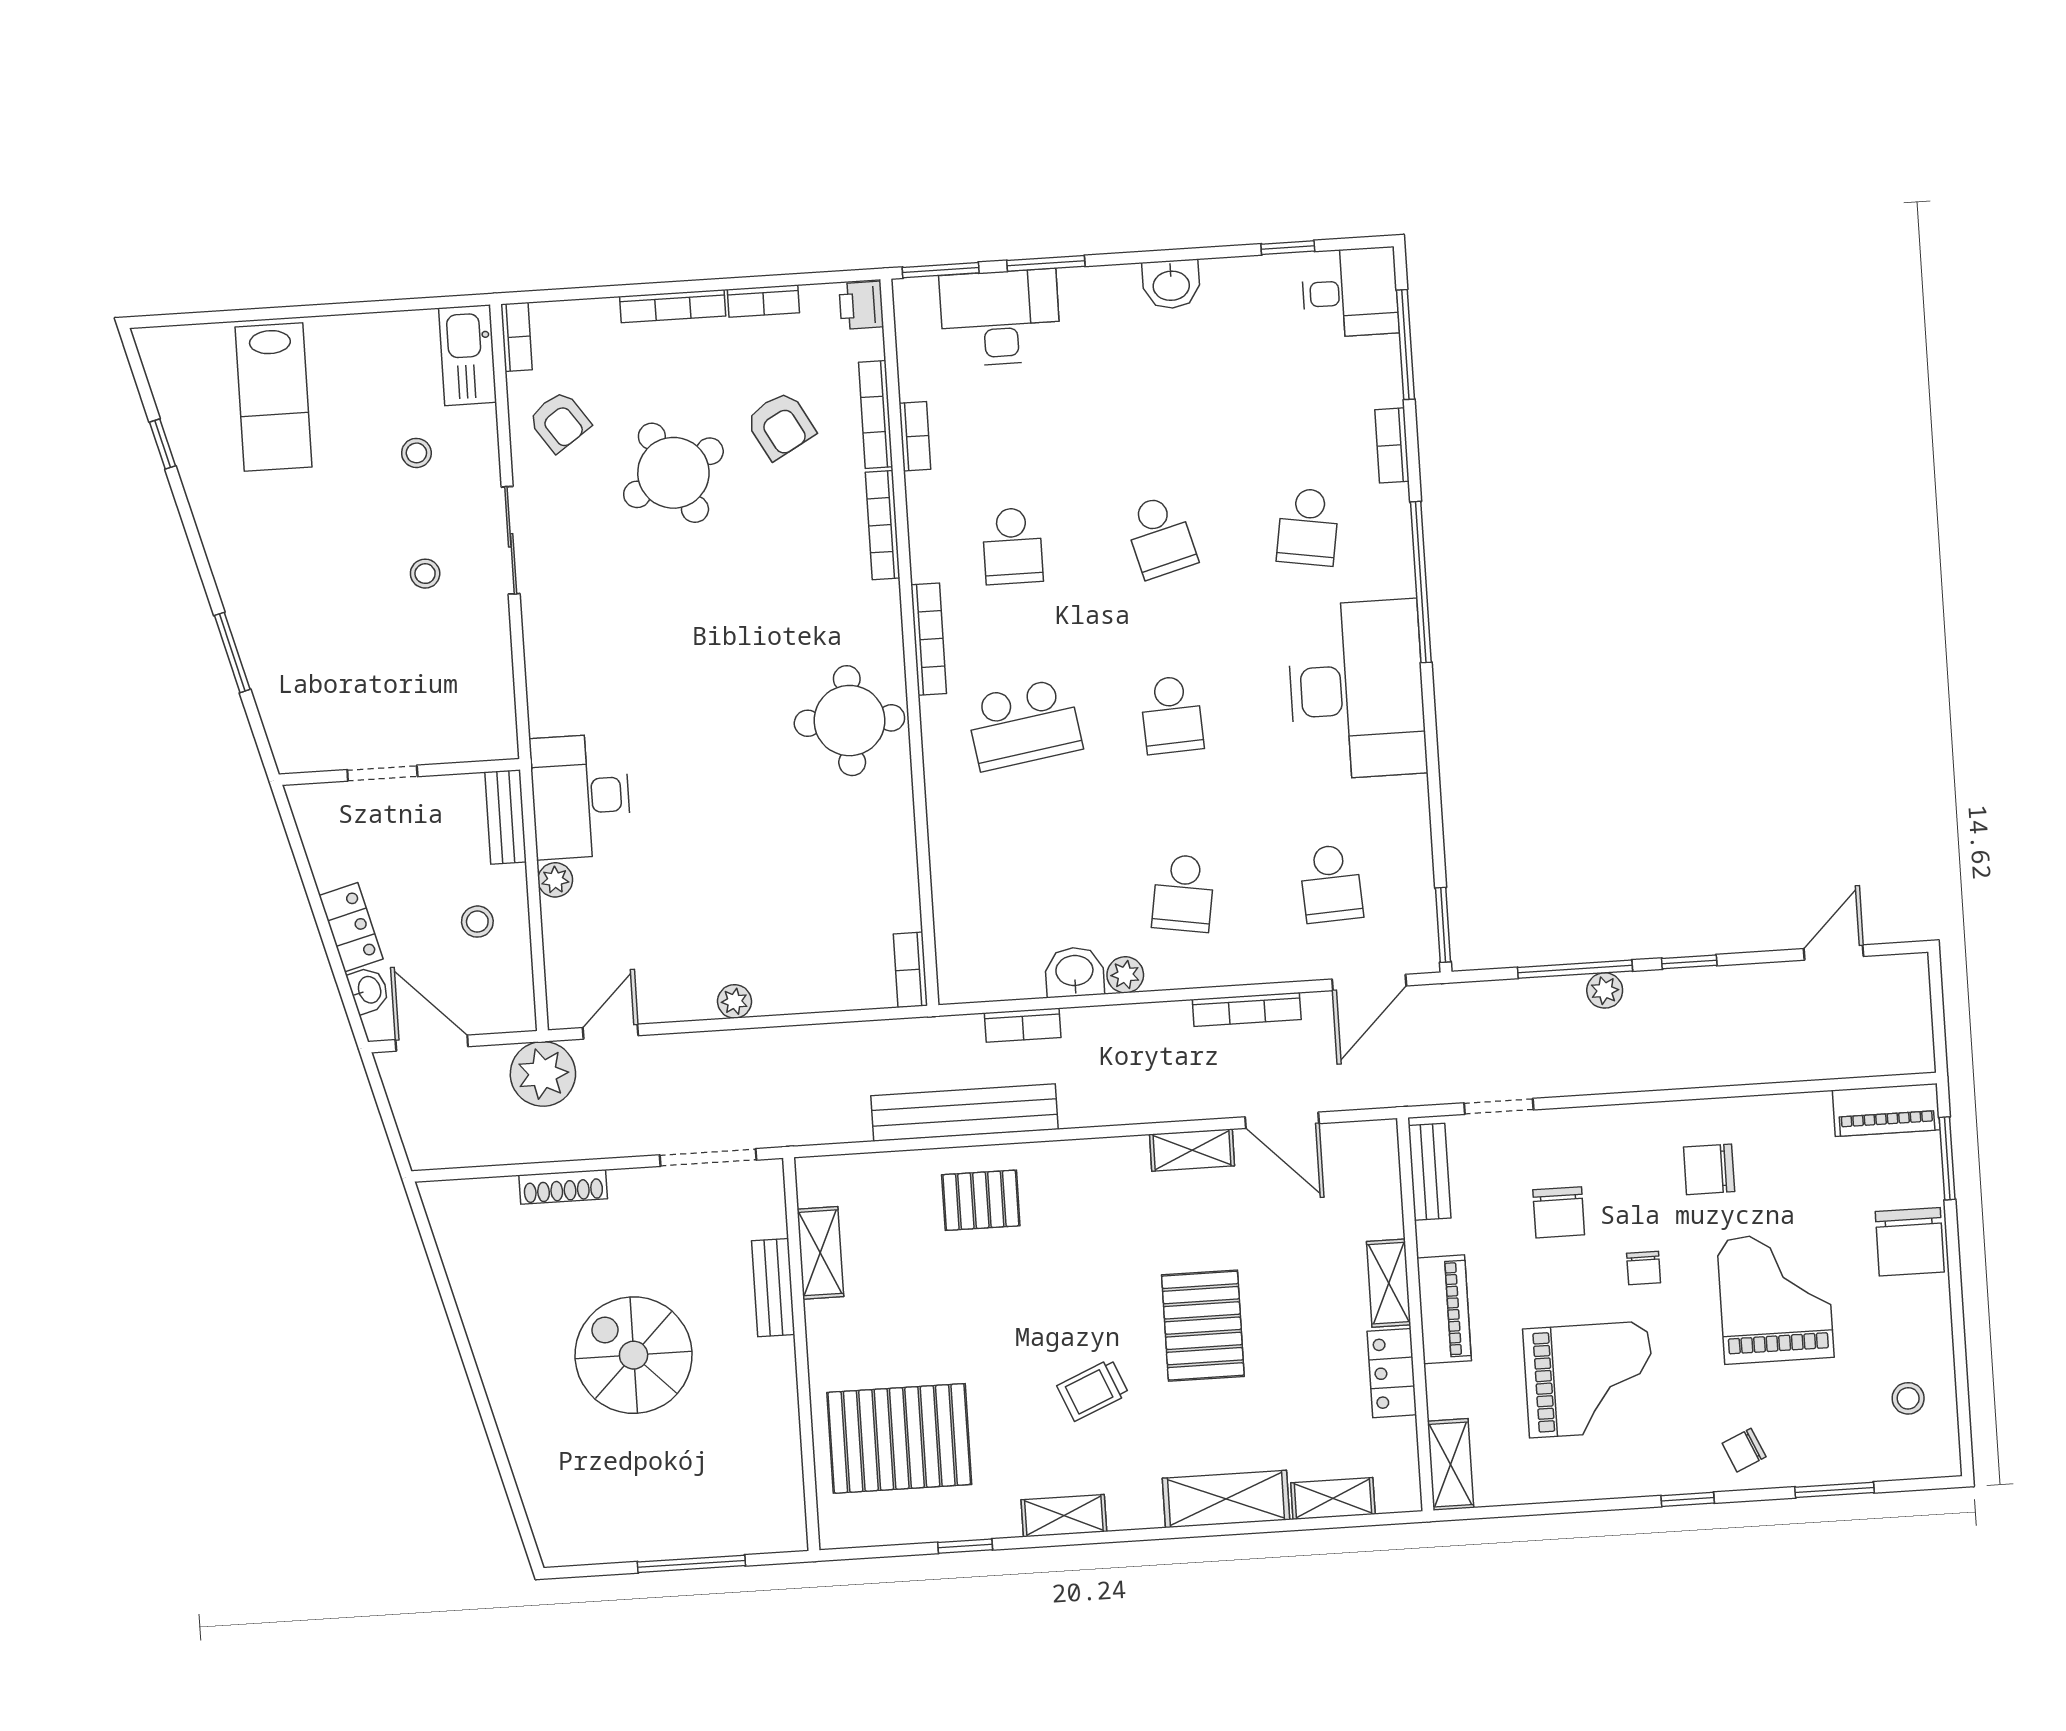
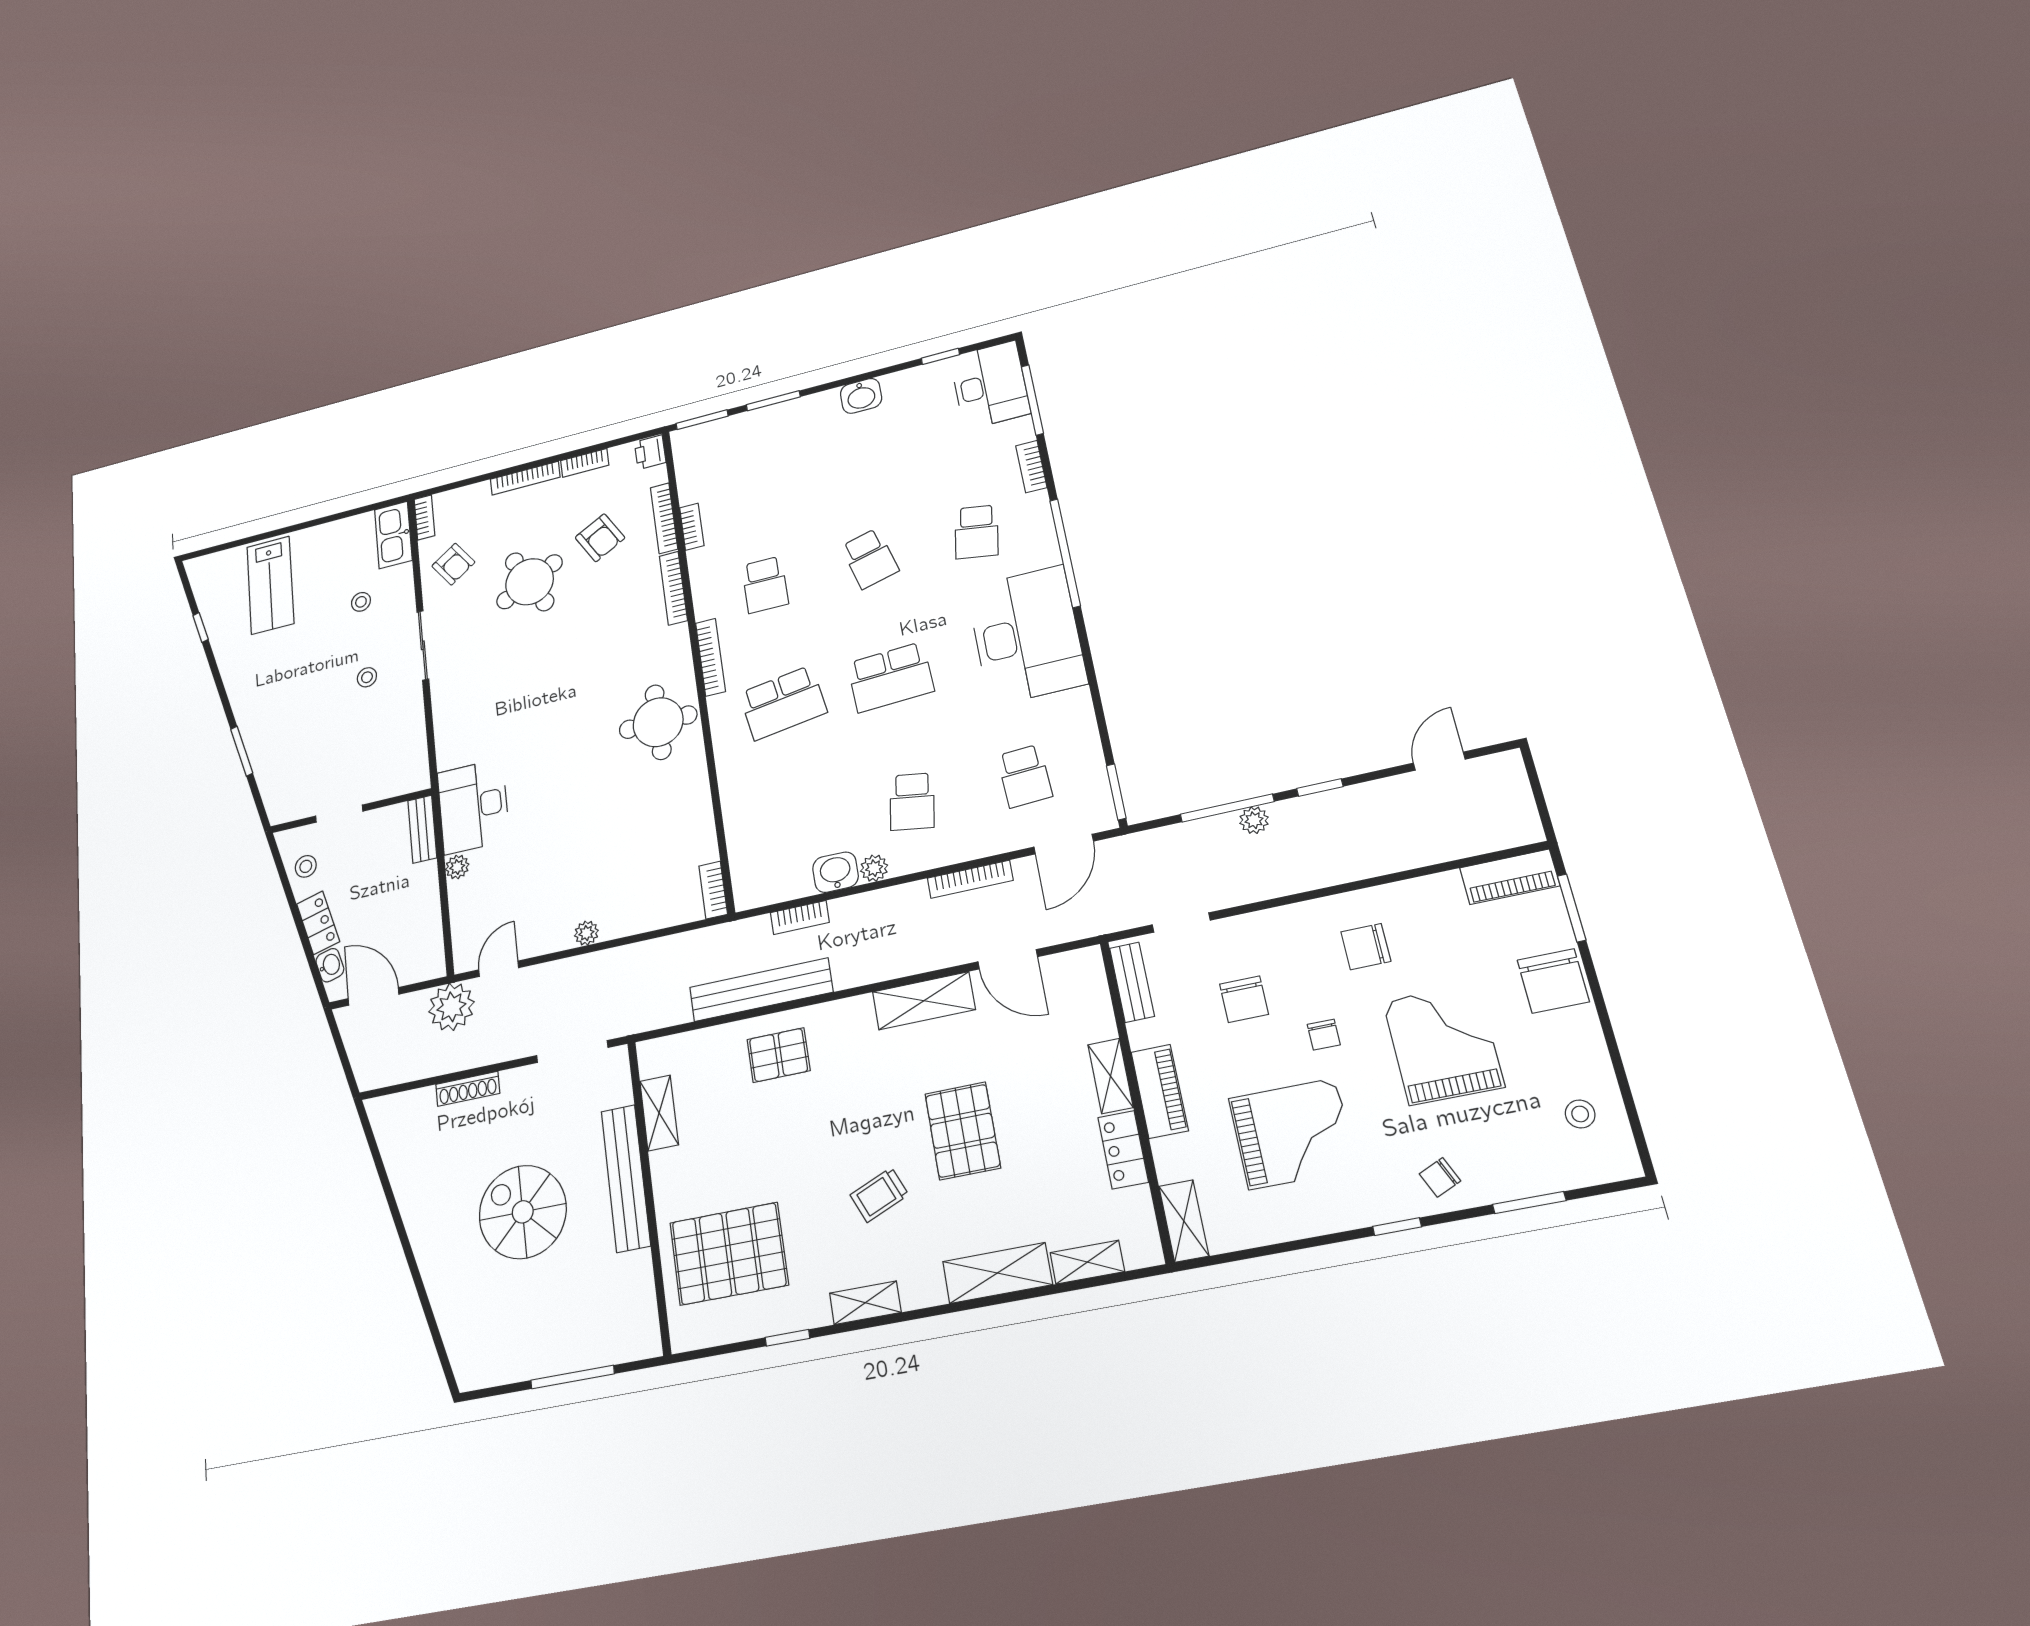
desk: (1350, 292) -> (990, 385), width x1.37
desk: (1000, 318) -> (745, 441), removed
school desk: (1172, 715) -> (890, 677), width x1.85
stool: (477, 922) -> (306, 866), moved
shelving: (1192, 1150) -> (924, 1001), width x1.50, depth x1.33
bench: (773, 1288) -> (626, 1178), width x1.86, depth x1.21

